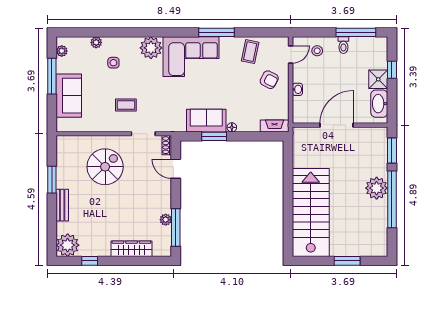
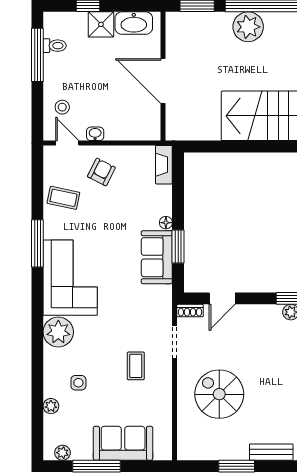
toilet: (343, 45) -> (55, 46), moved
washbasin: (297, 89) -> (95, 134), moved

